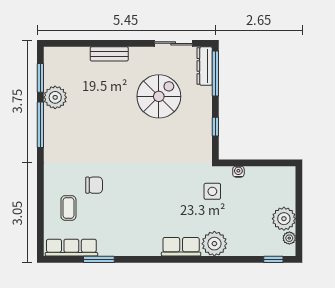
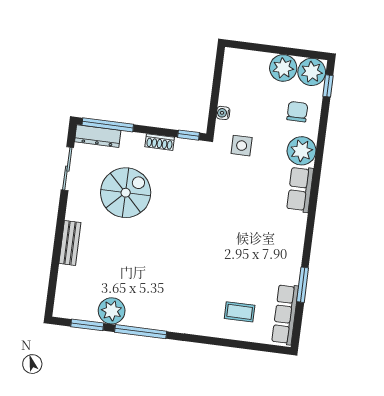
spiral stairs: (159, 96) -> (126, 193), turned 90
shoe rack: (206, 120) -> (160, 142), added
window: (215, 127) -> (188, 135), moved
chair: (94, 185) -> (297, 112), moved
plant: (289, 238) -> (312, 72), width x1.87, depth x1.87

